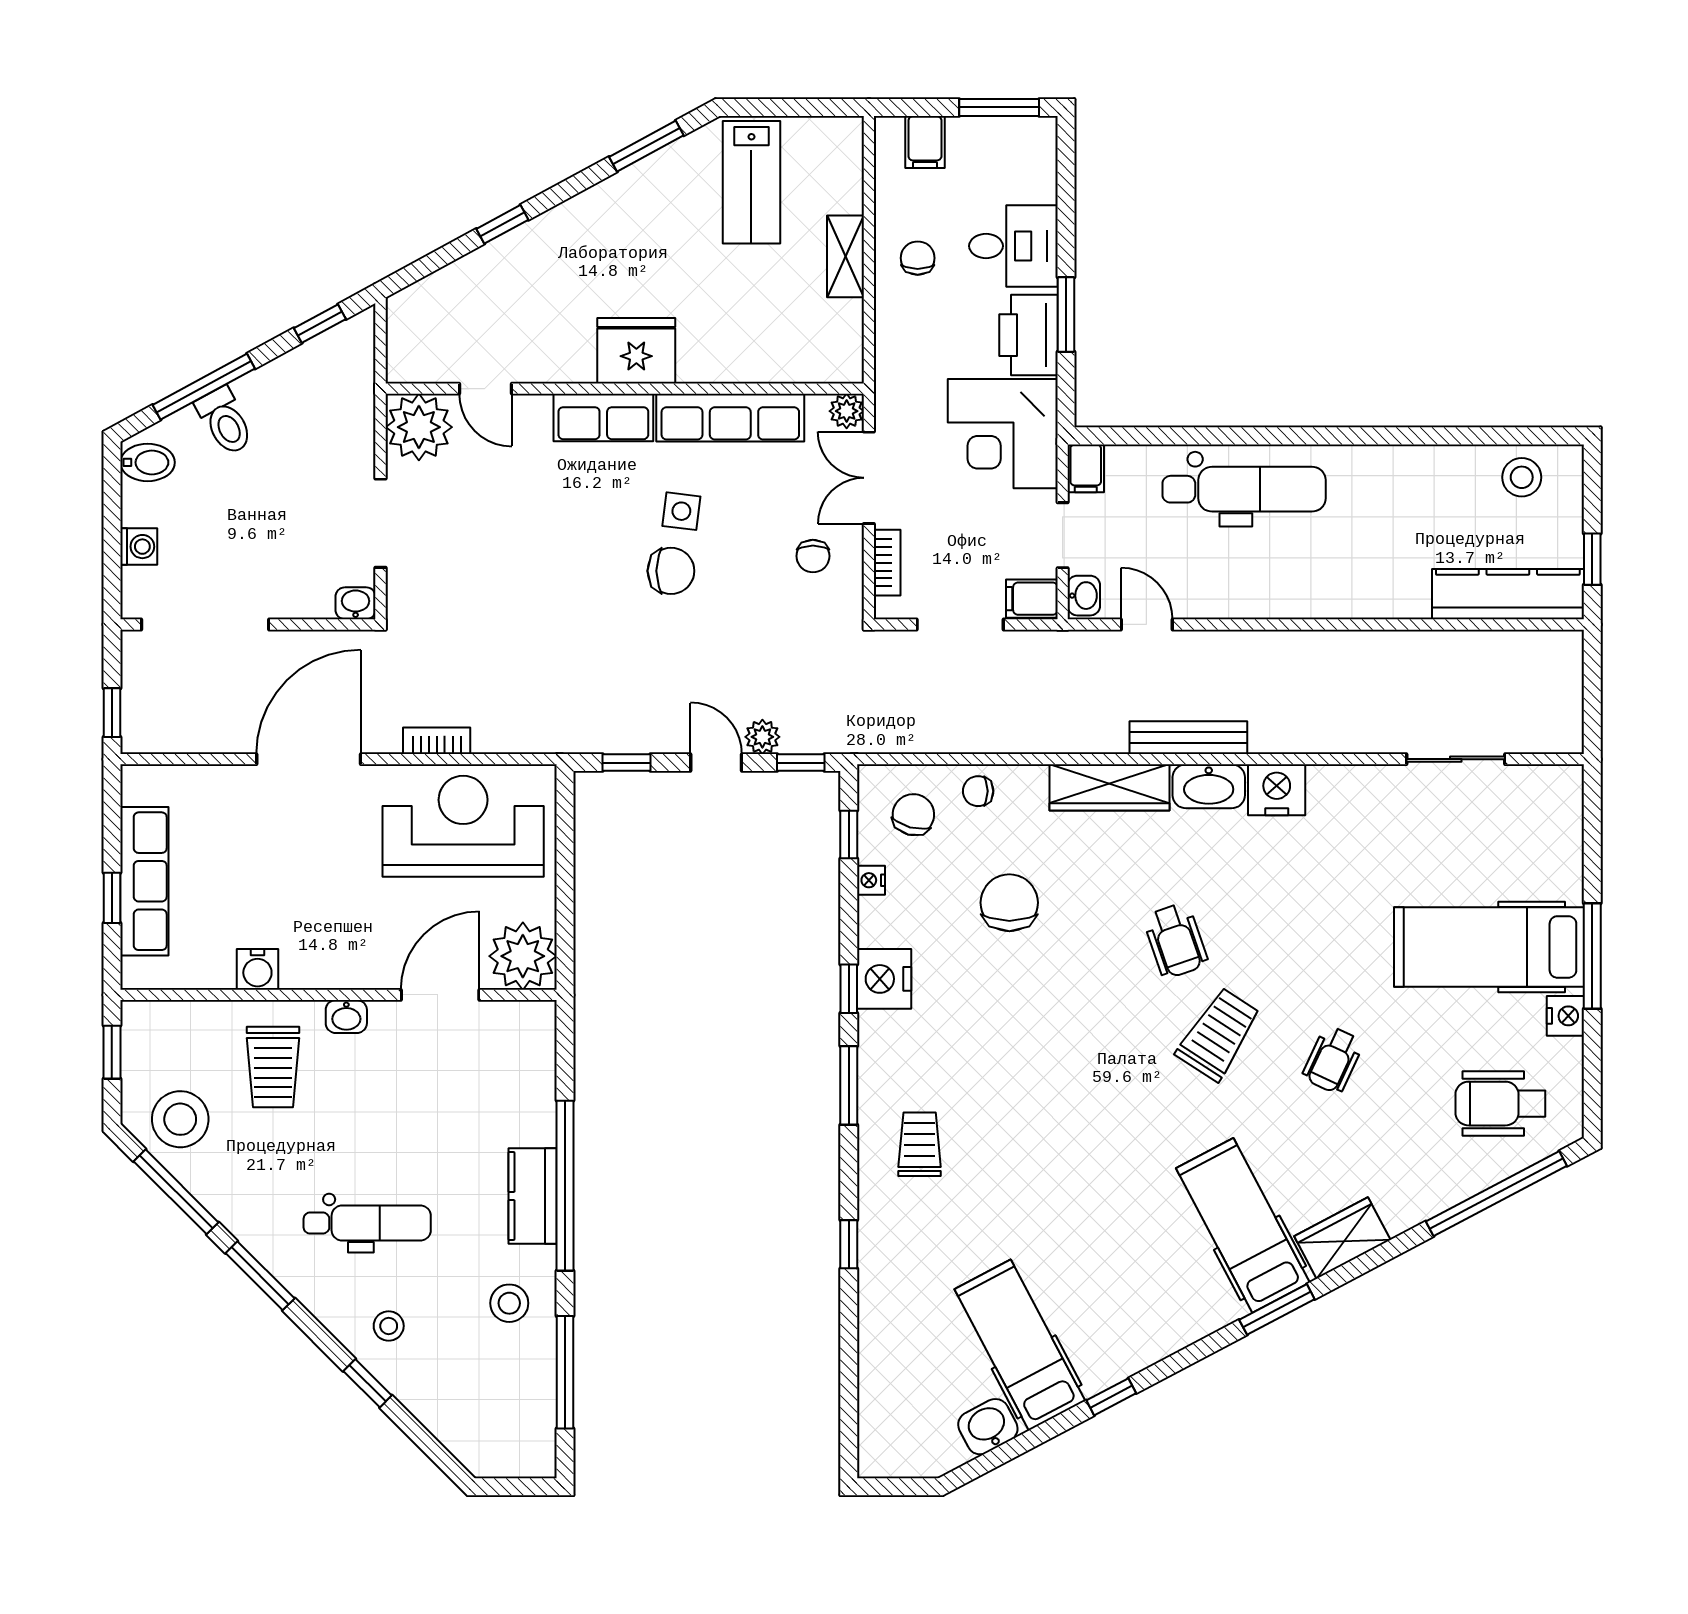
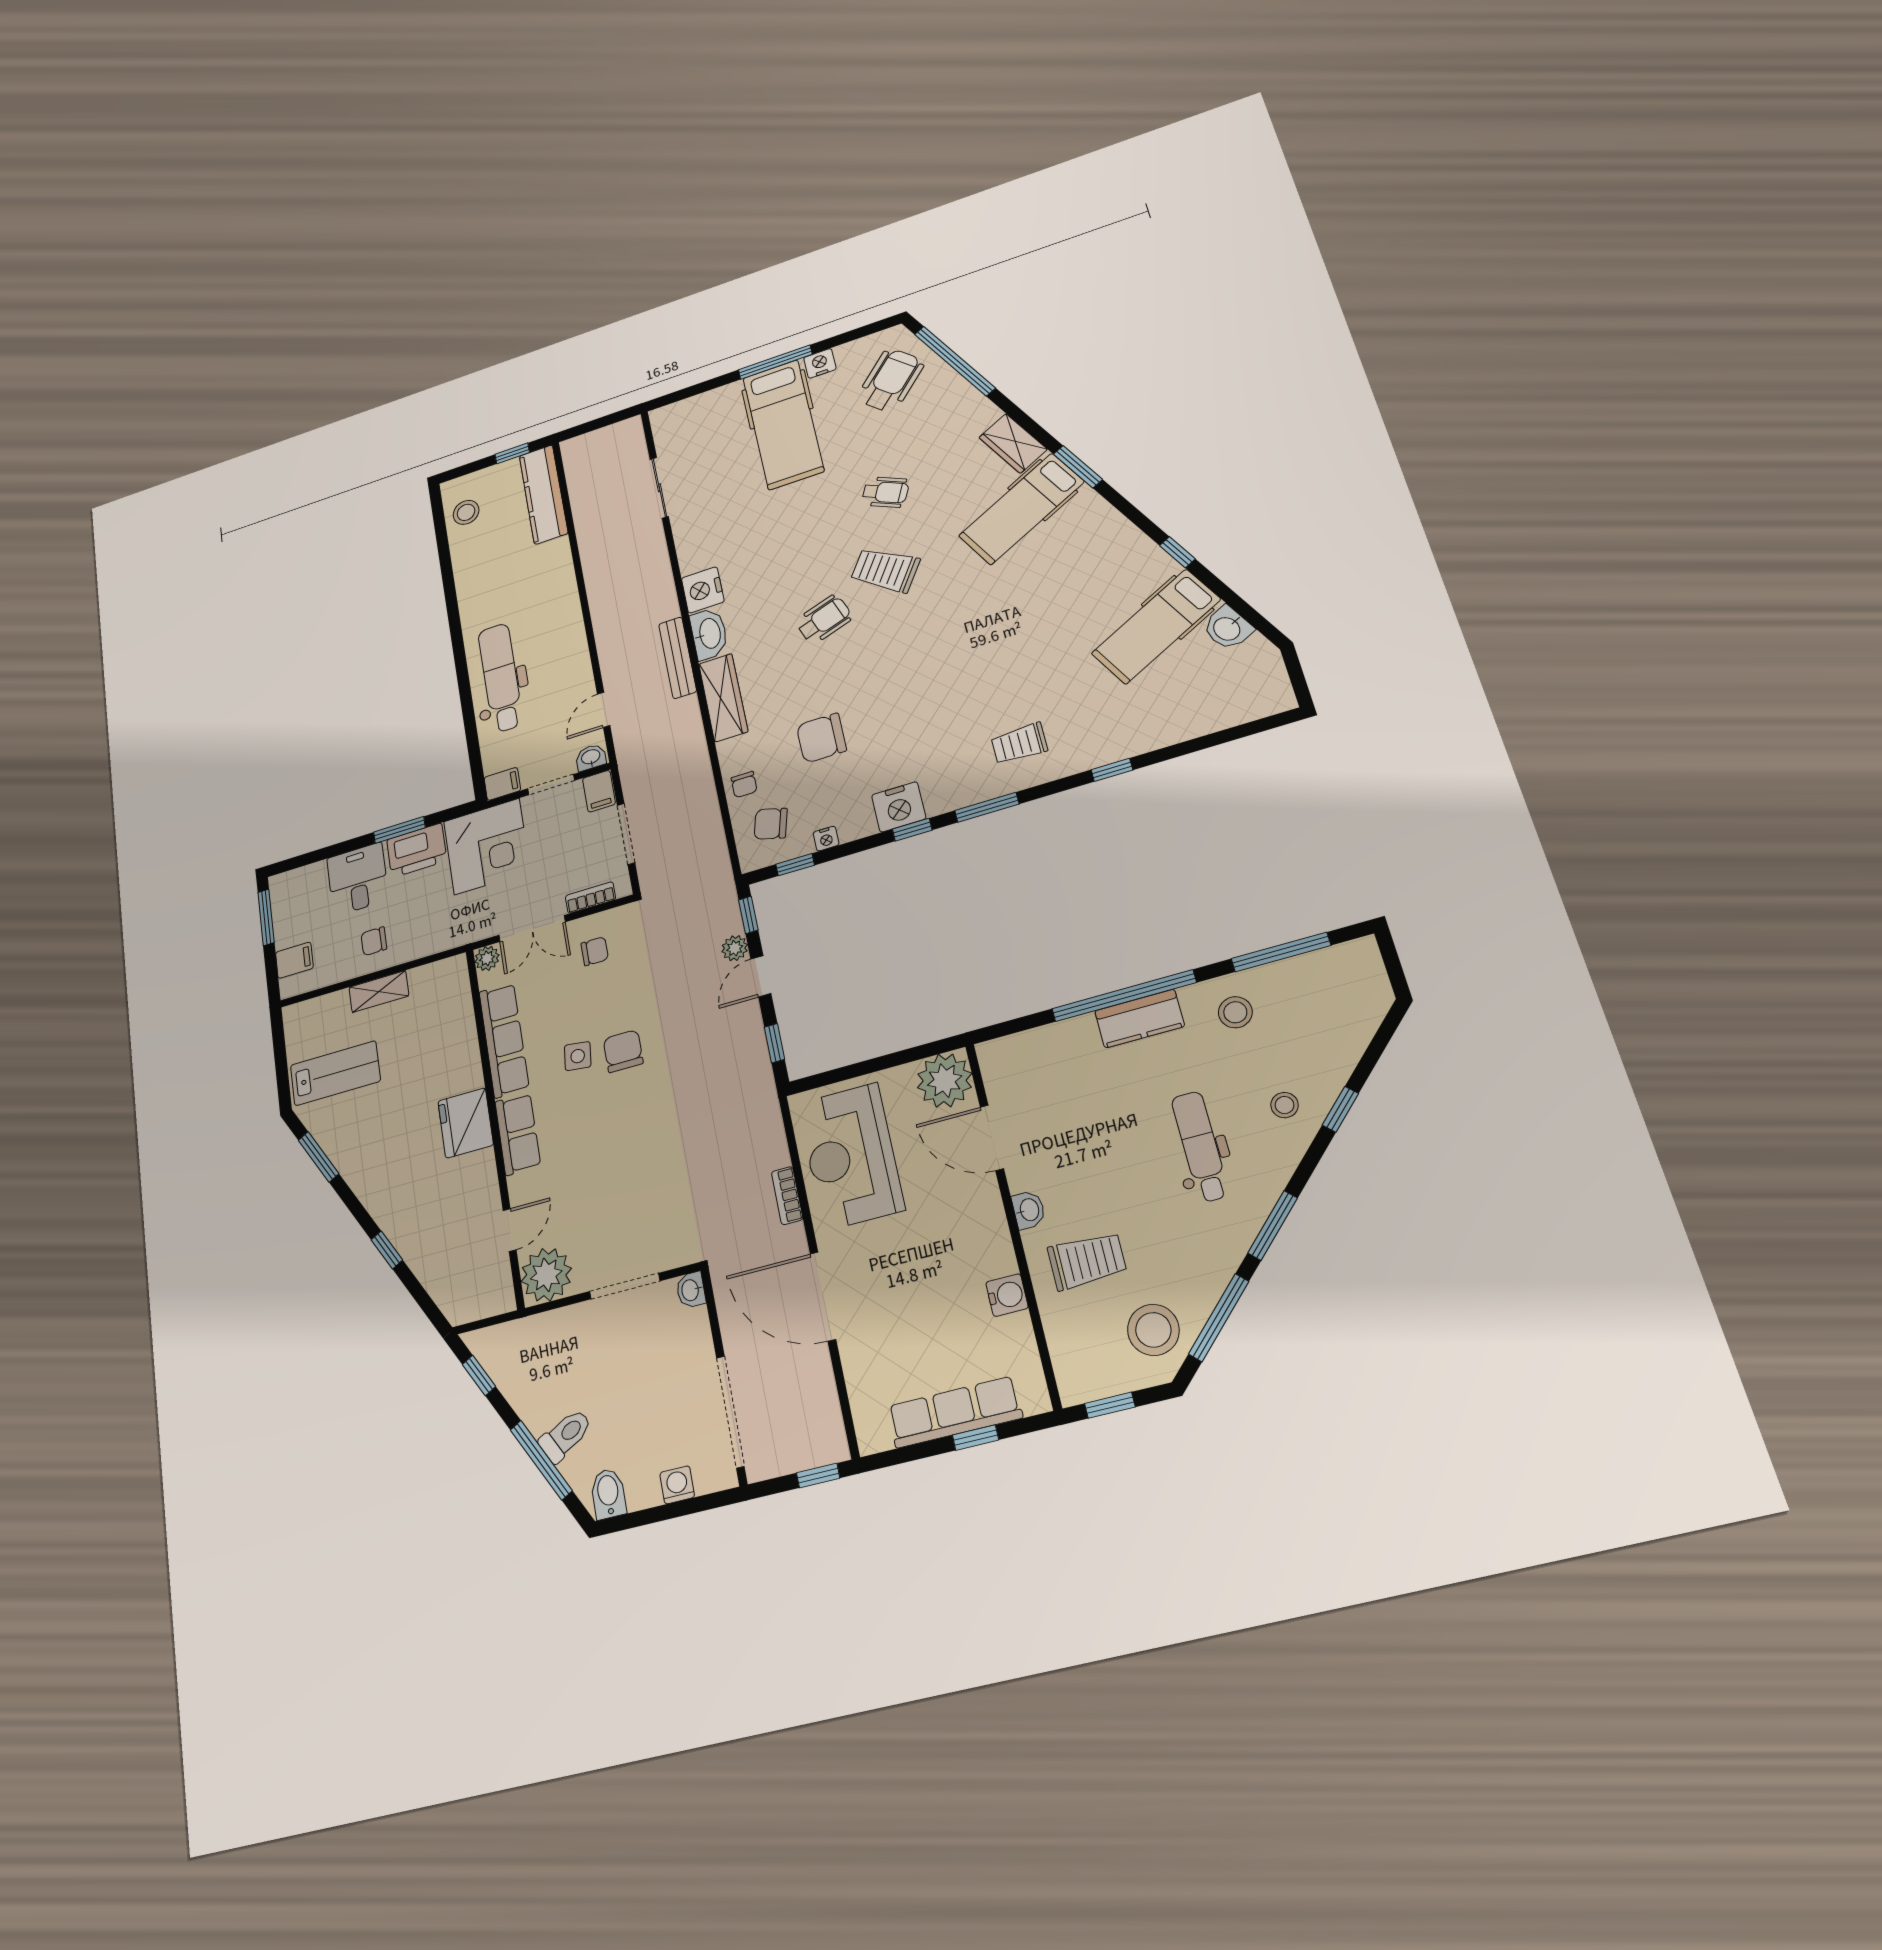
wheelchair: (1500, 1104) -> (890, 380), turned -137

